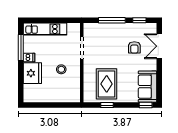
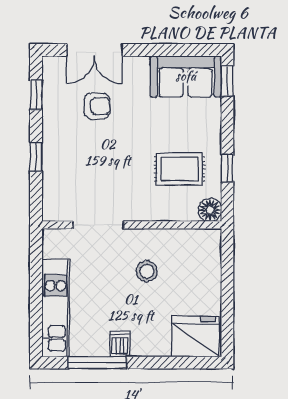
window: (112, 20) -> (36, 157), width x0.46
fridge: (32, 73) -> (195, 337), moved
rug: (107, 84) -> (180, 169), width x0.73, depth x0.70
floor lamp: (88, 97) -> (210, 210), added

